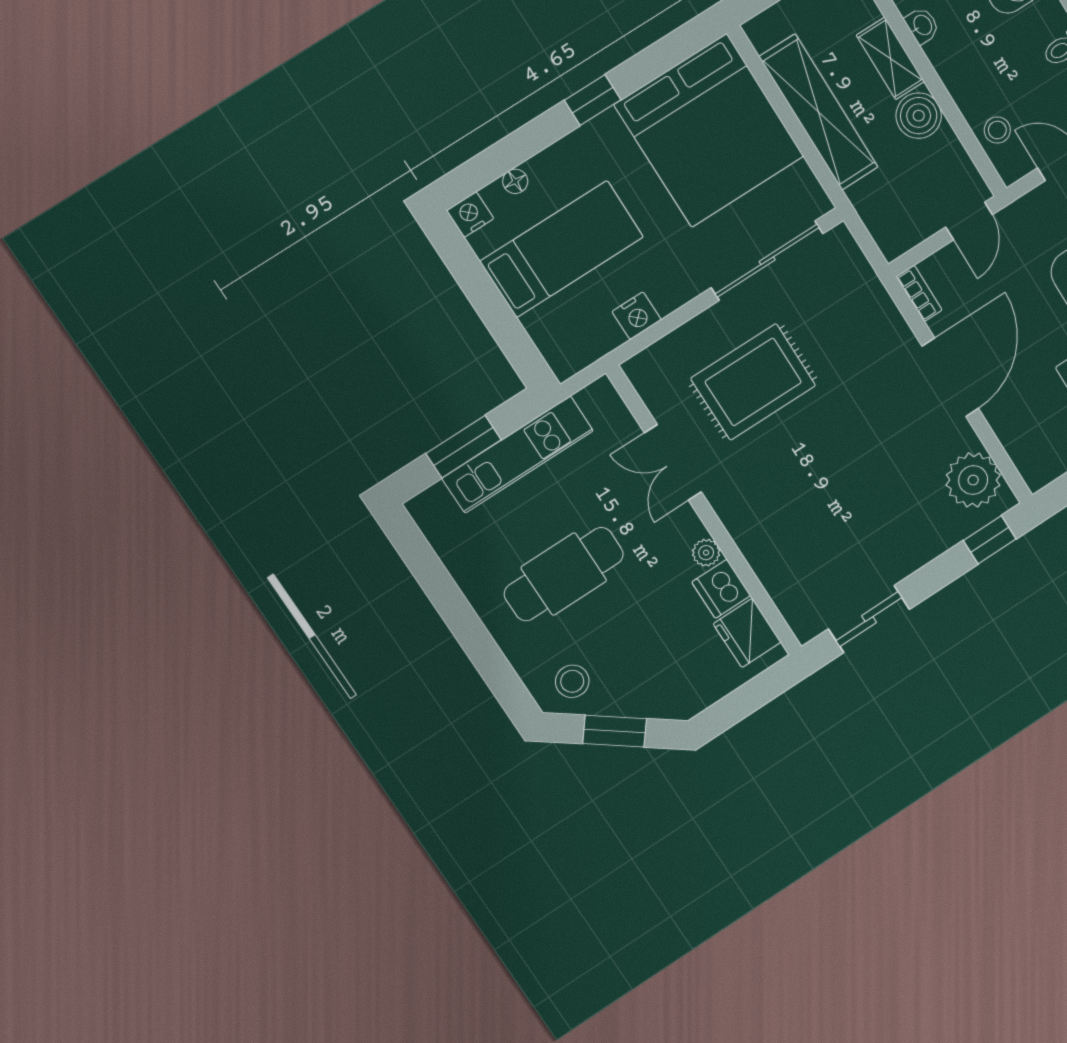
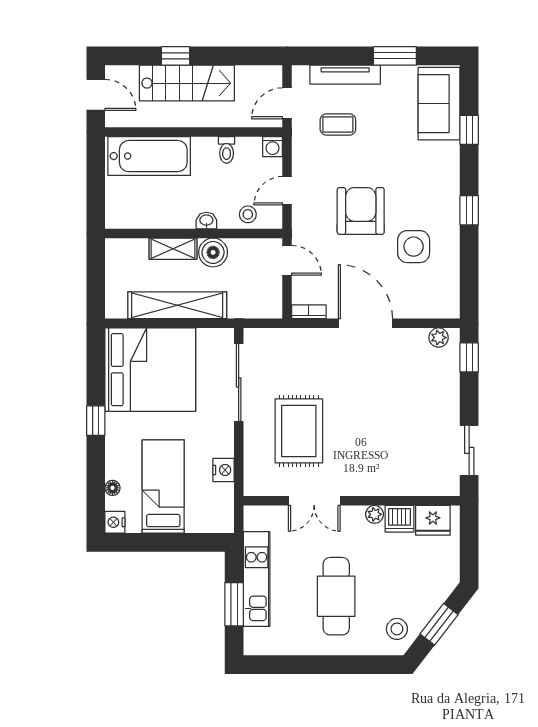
washbasin: (922, 25) -> (206, 221), moved
plant: (973, 480) -> (439, 338), width x0.53, depth x0.53

